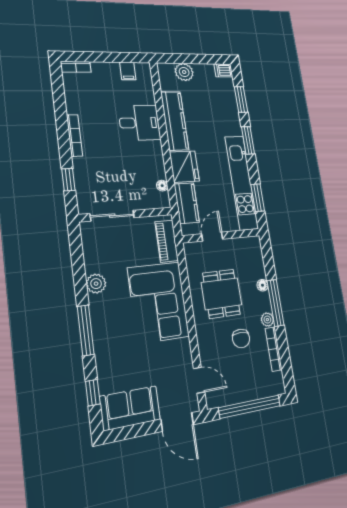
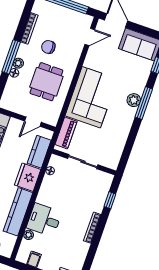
plant: (149, 98) -> (29, 235), added
sliding door: (112, 216) -> (83, 162), moved
plant: (96, 284) -> (134, 100), moved
plant: (267, 320) -> (18, 63), moved
chair: (241, 338) -> (48, 47), turned -90
door: (199, 380) -> (90, 37), swing flipped

